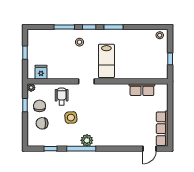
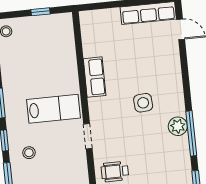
row of seats: (142, 90) -> (95, 77), moved
side table: (71, 118) -> (143, 103), moved

